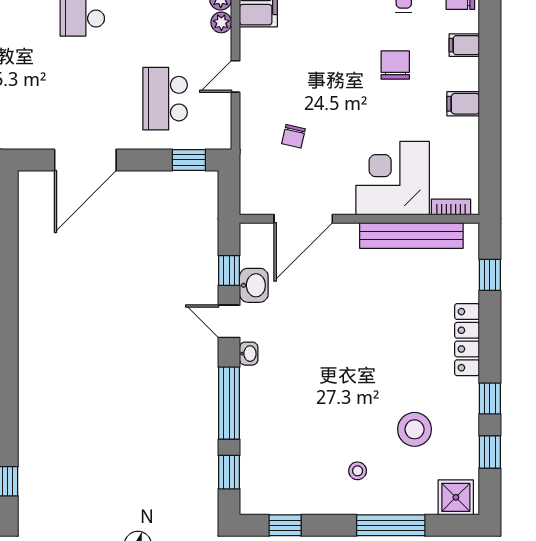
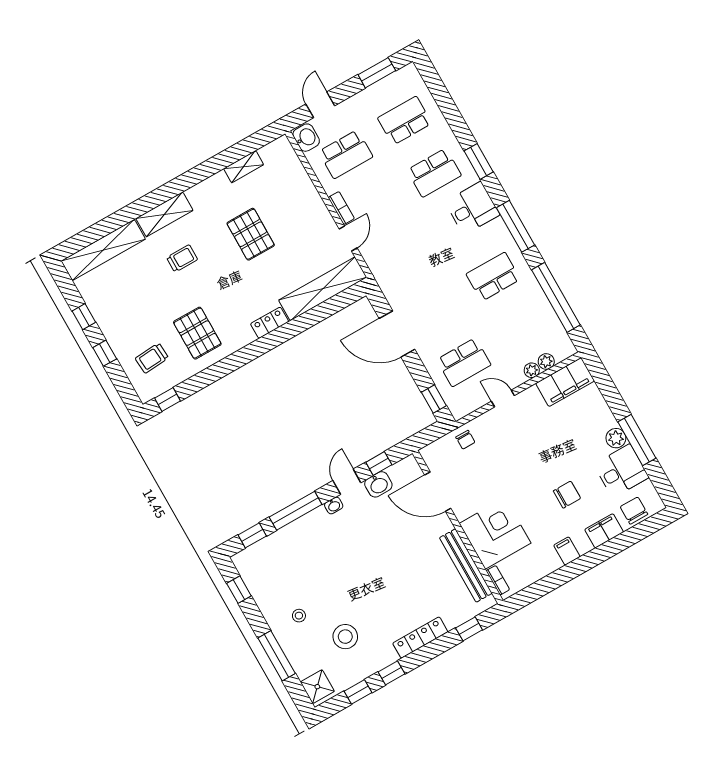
filing cabinet: (464, 45) -> (604, 531), width x2.00
school desk: (165, 99) -> (464, 362), turned 180
chair: (294, 136) -> (465, 440), moved, turned -103

